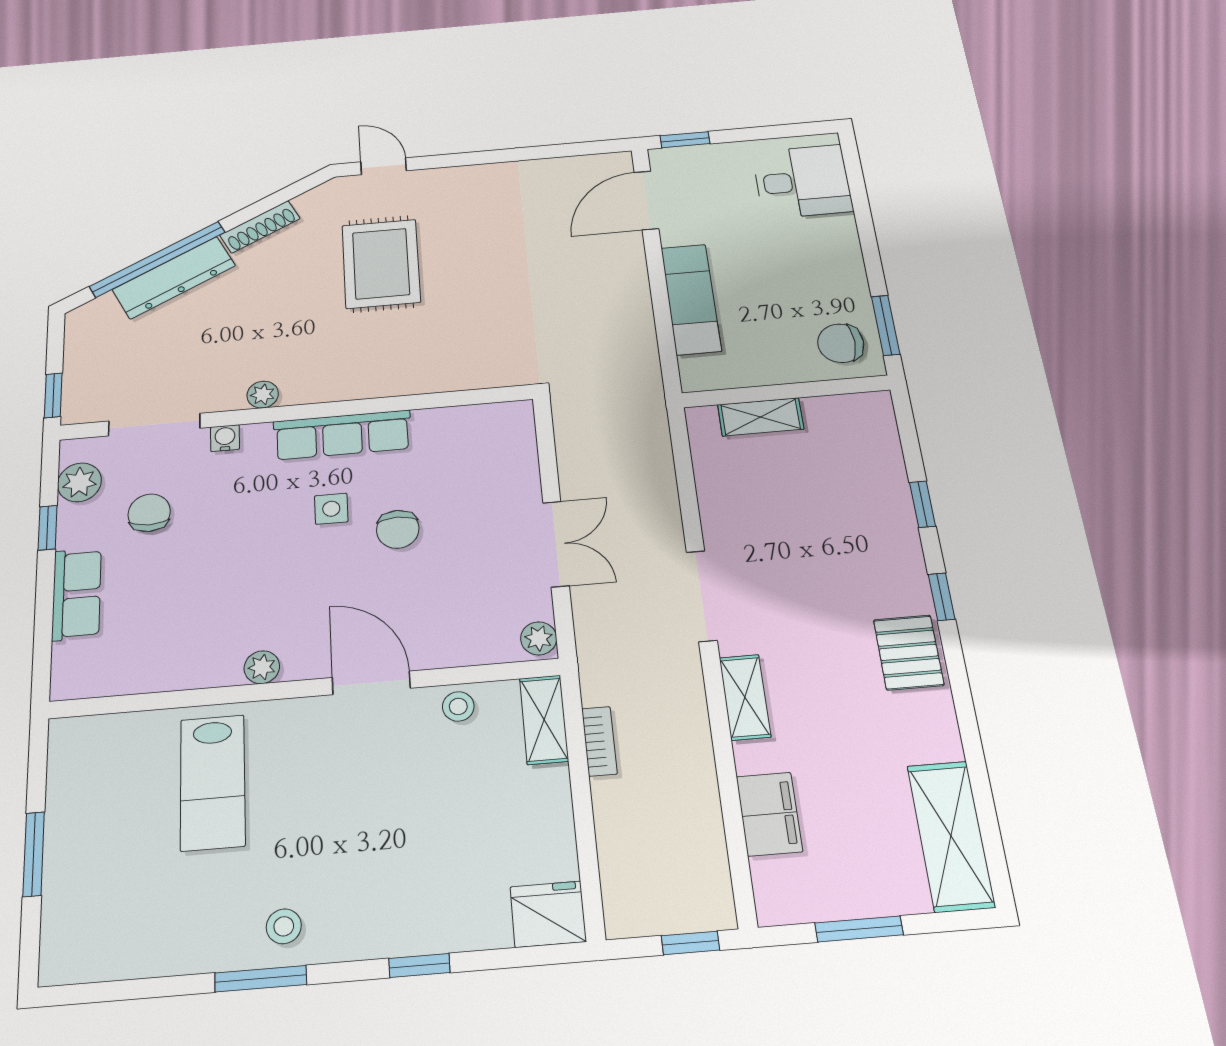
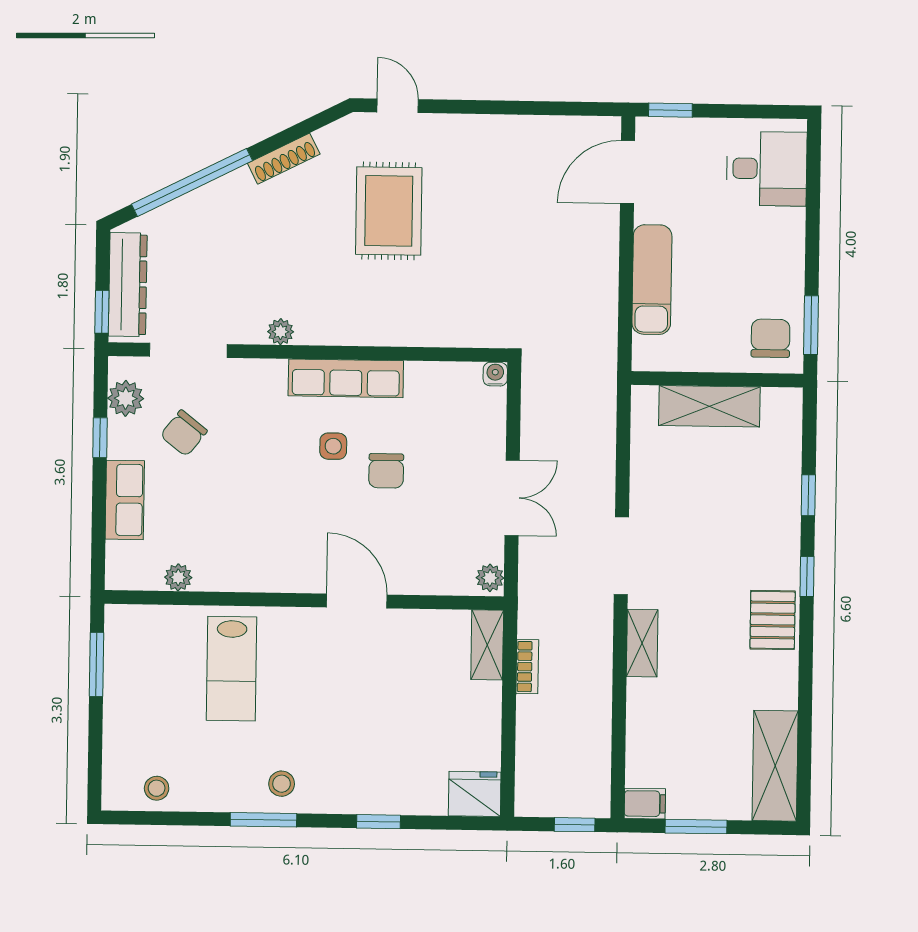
dresser: (174, 278) -> (128, 285), moved, turned -63
chair: (841, 343) -> (770, 338), turned 90
shelving: (761, 417) -> (709, 406), width x1.50, depth x1.33
water cooler: (225, 438) -> (495, 374), moved
chair: (149, 513) -> (184, 433), turned -142
plant: (262, 667) -> (178, 577), moved
stool: (458, 706) -> (157, 788), moved
filing cabinet: (769, 814) -> (645, 804), moved, width x0.50
window: (34, 854) -> (96, 664), moved

